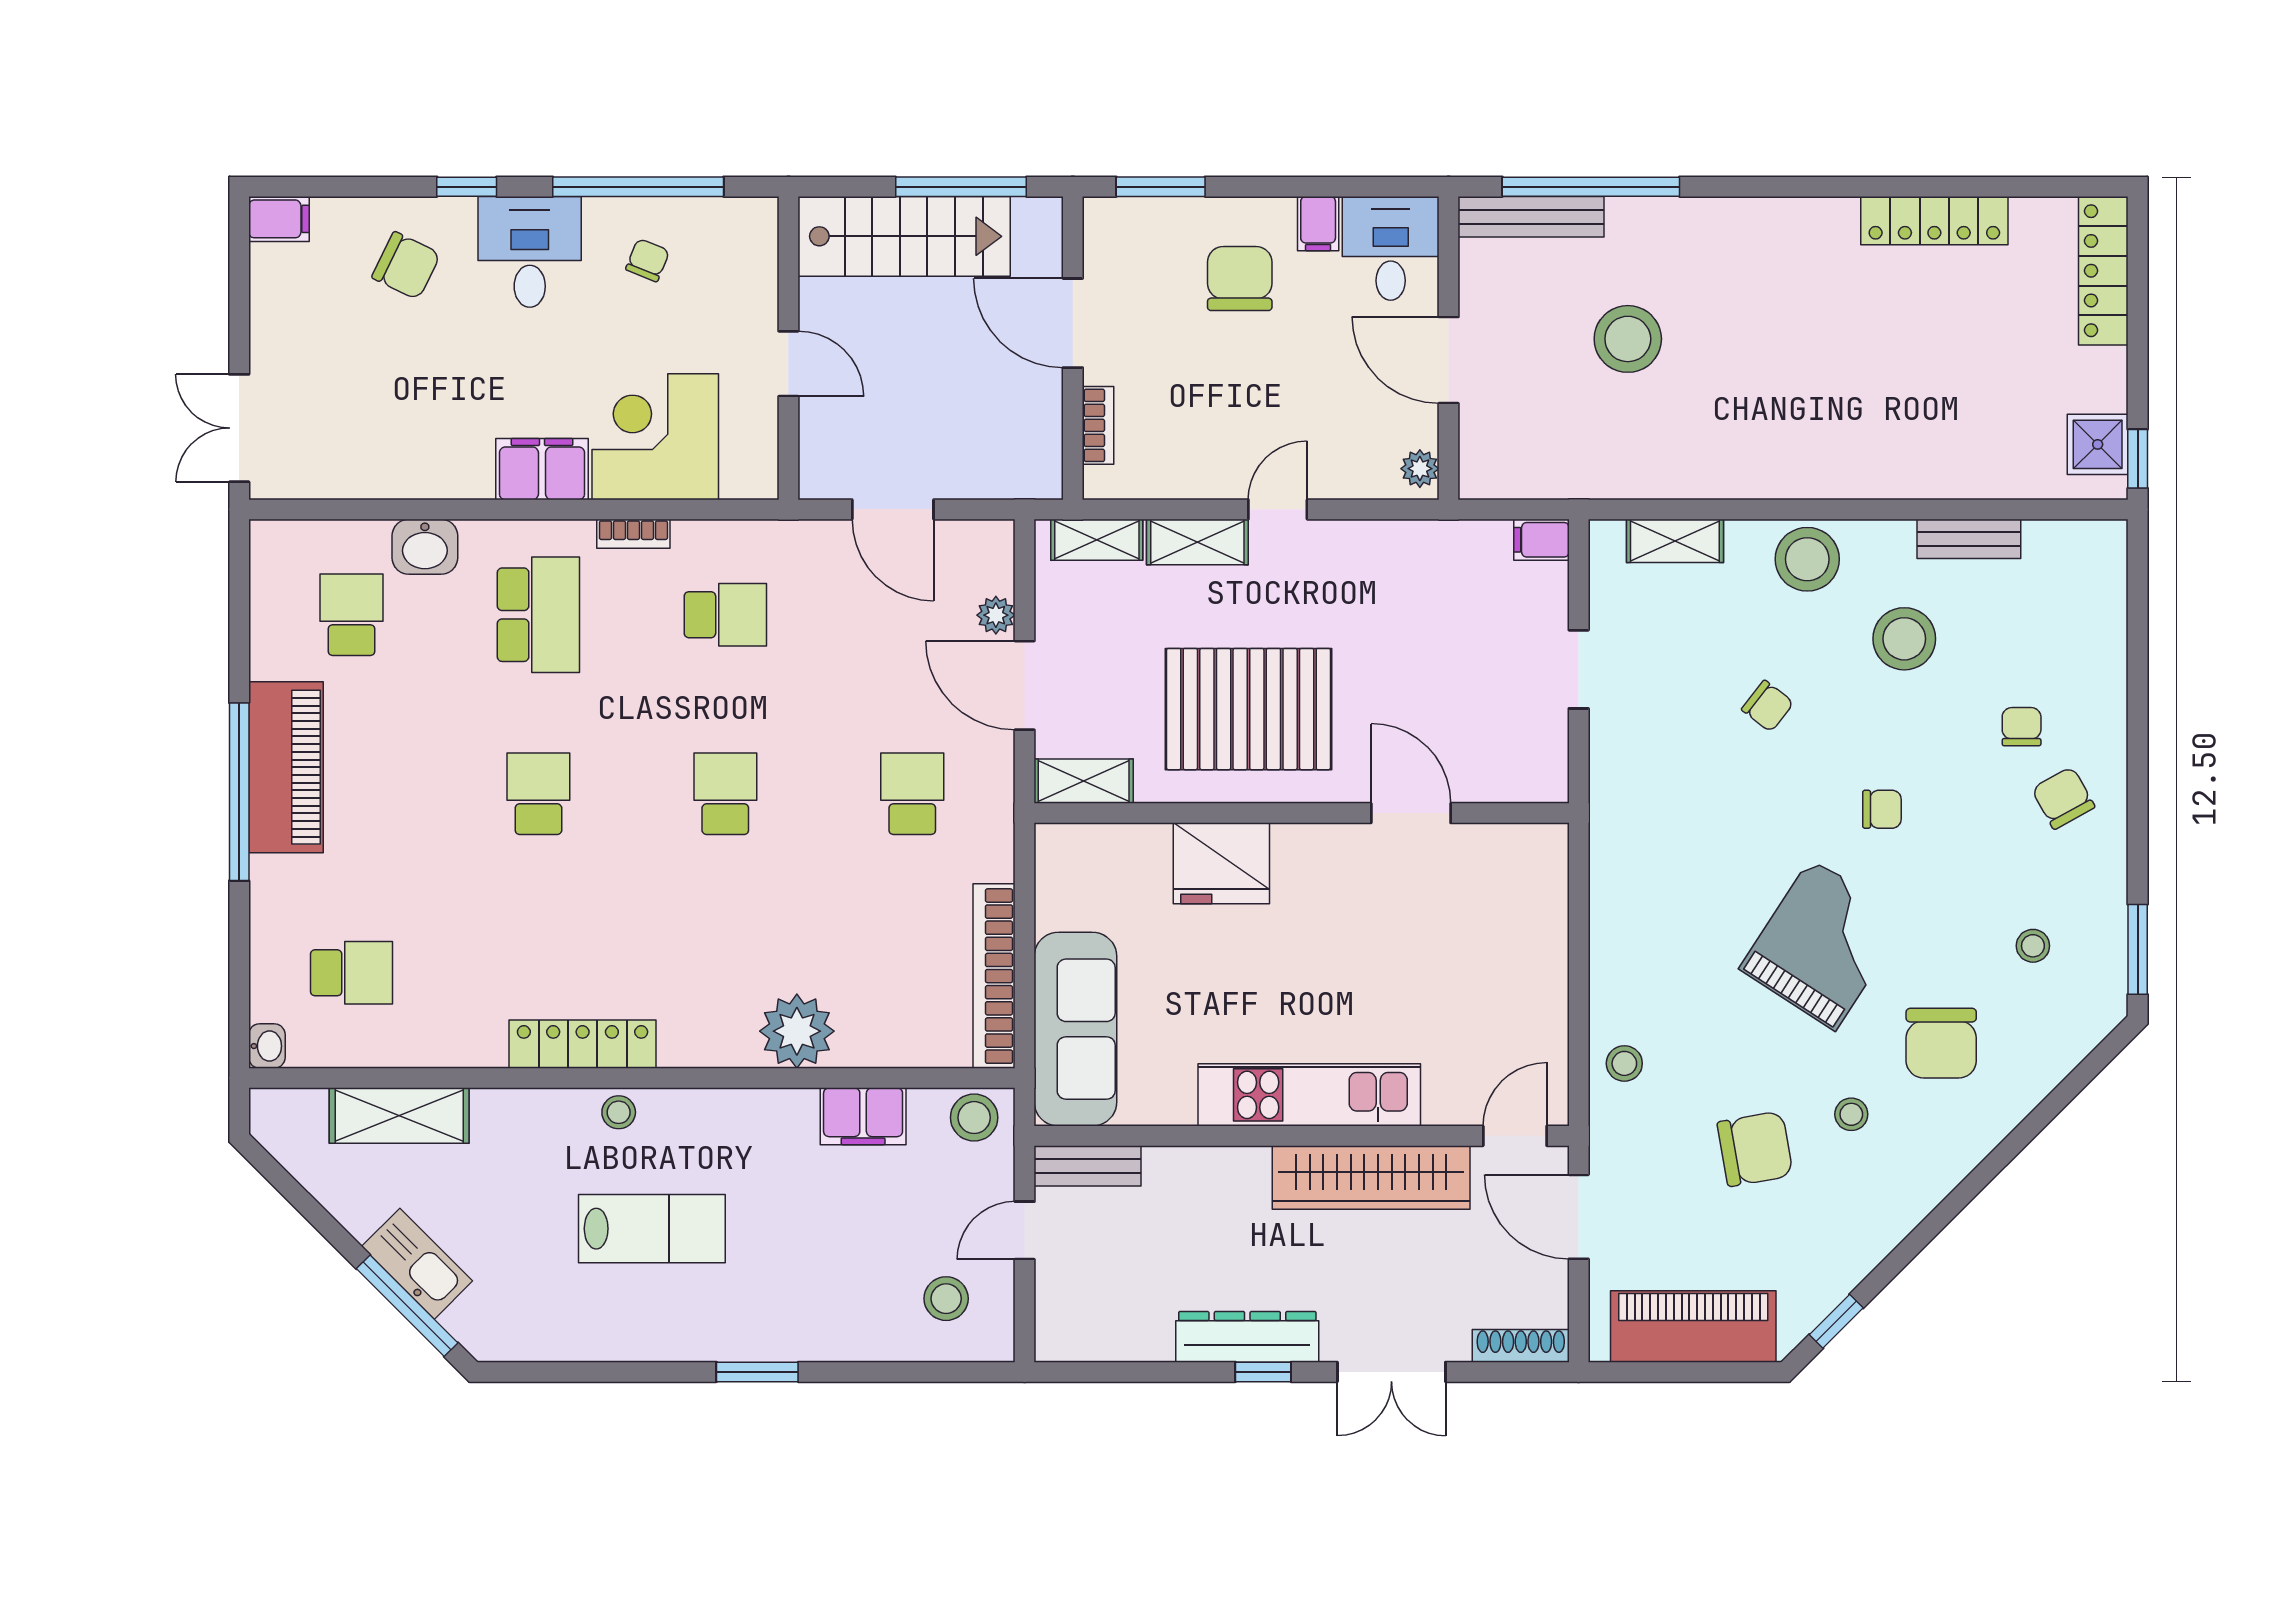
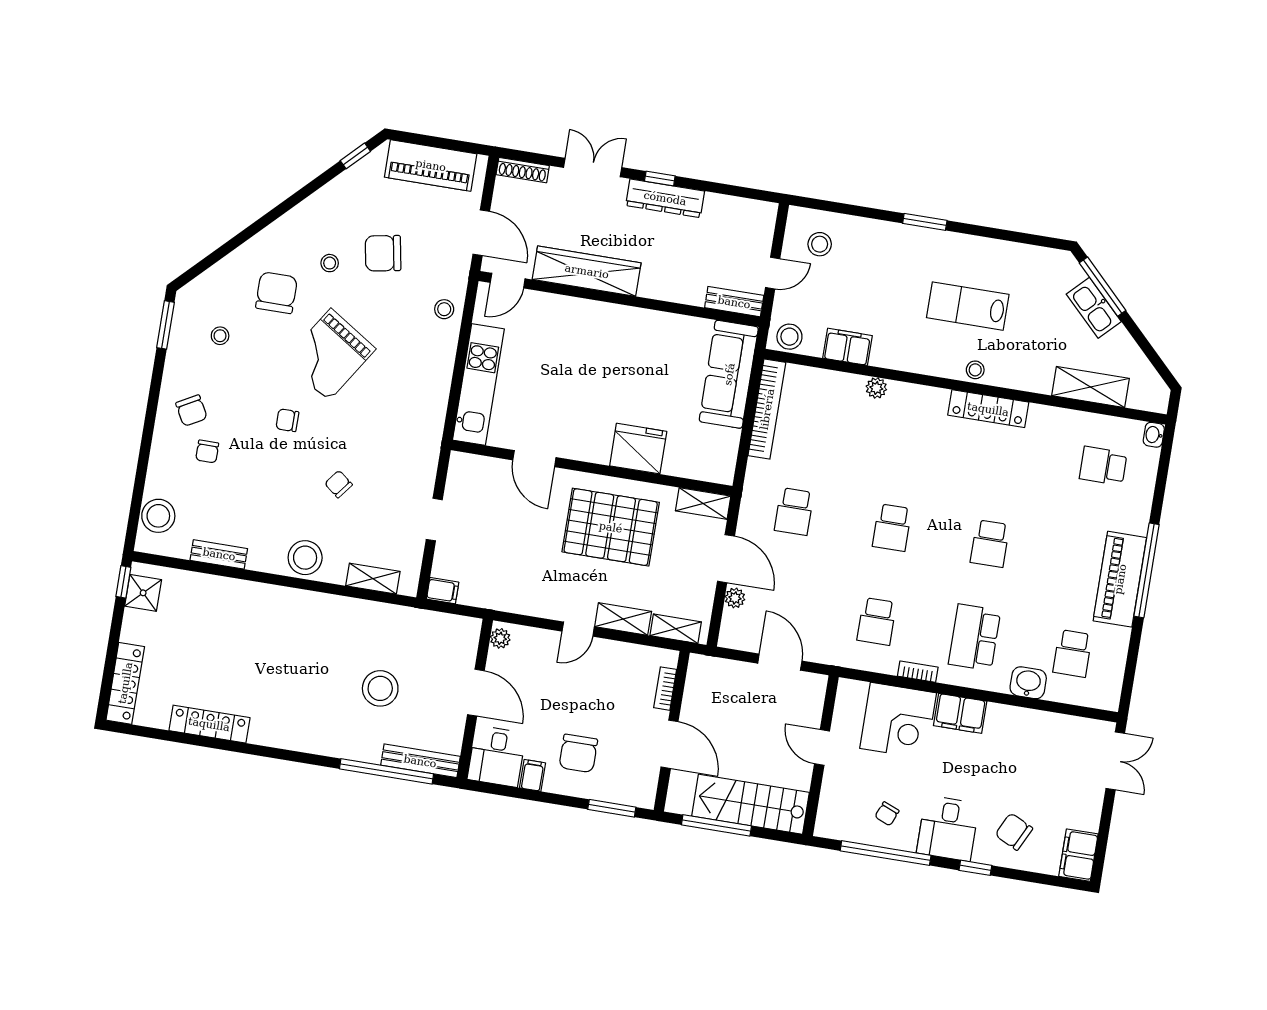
filing cabinet: (279, 219) -> (1078, 855), width x2.00
school desk: (725, 615) -> (877, 621), turned -90
stool: (1904, 639) -> (158, 516), moved
plant: (797, 1031) -> (876, 388), width x0.53, depth x0.53
kitchen unit: (1309, 1095) -> (478, 384), moved, turned -90

